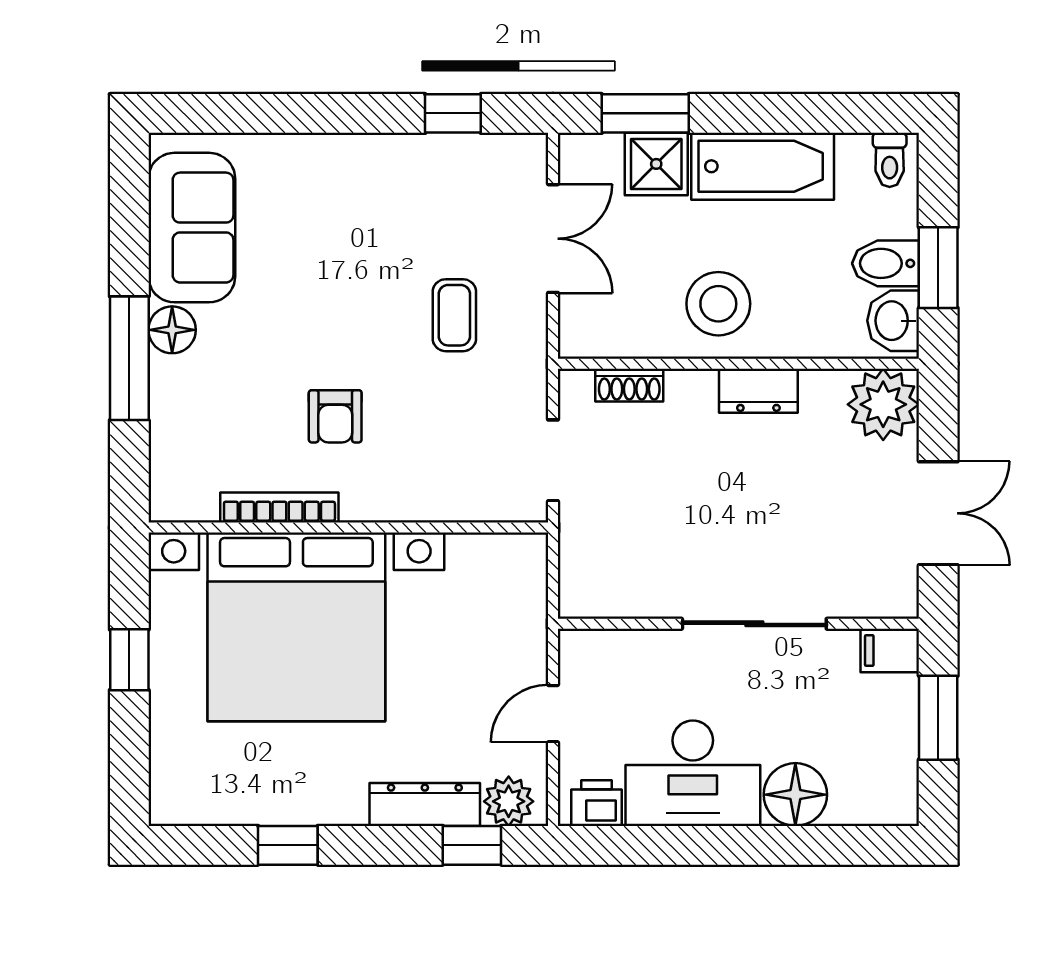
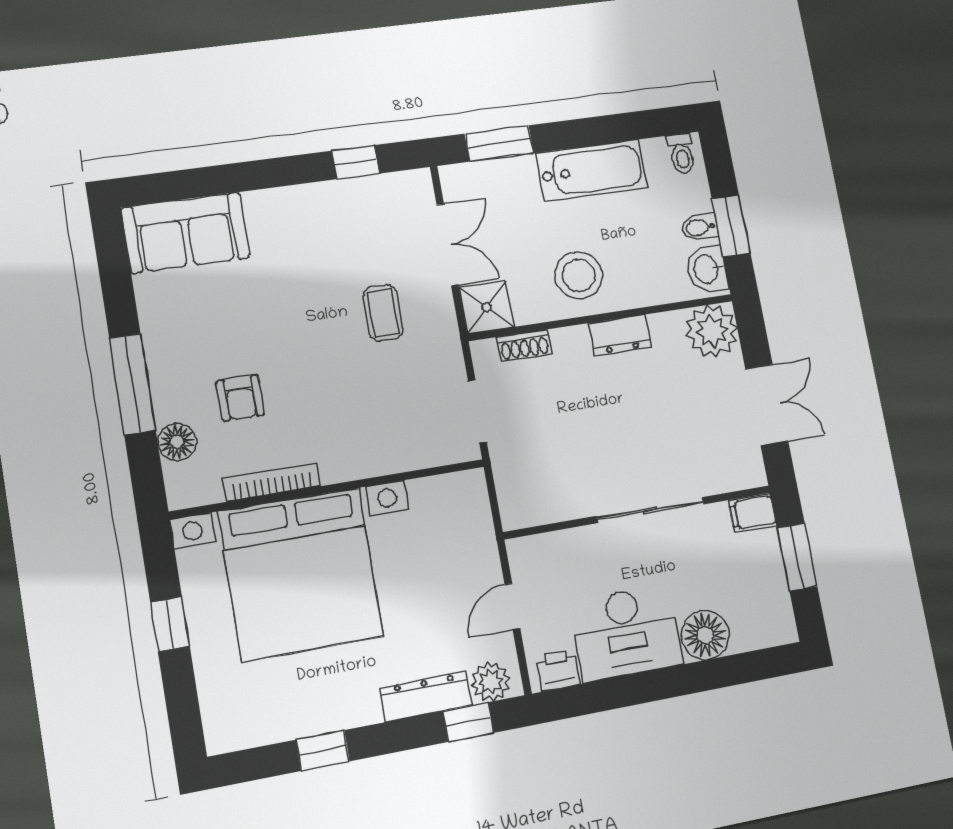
shower: (656, 164) -> (486, 307), moved
sofa: (192, 228) -> (185, 233), moved, turned 90
bidet: (886, 263) -> (700, 227), width x0.72, depth x0.74
floor lamp: (172, 330) -> (177, 442), moved
armchair: (335, 416) -> (240, 398), moved

